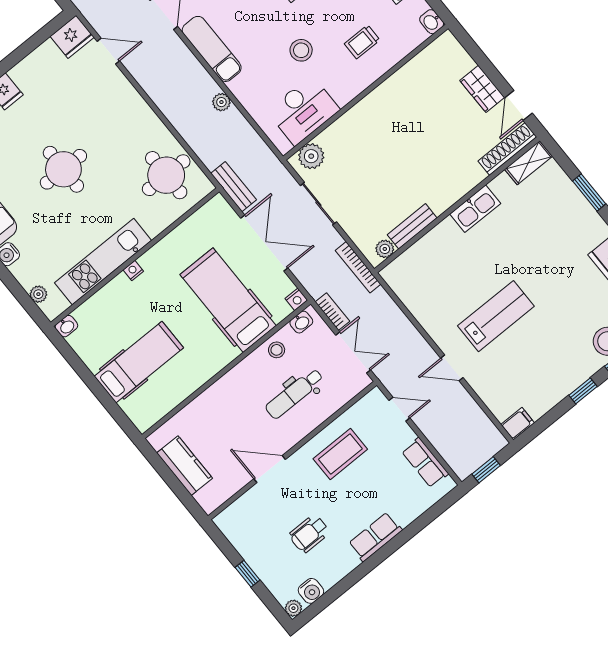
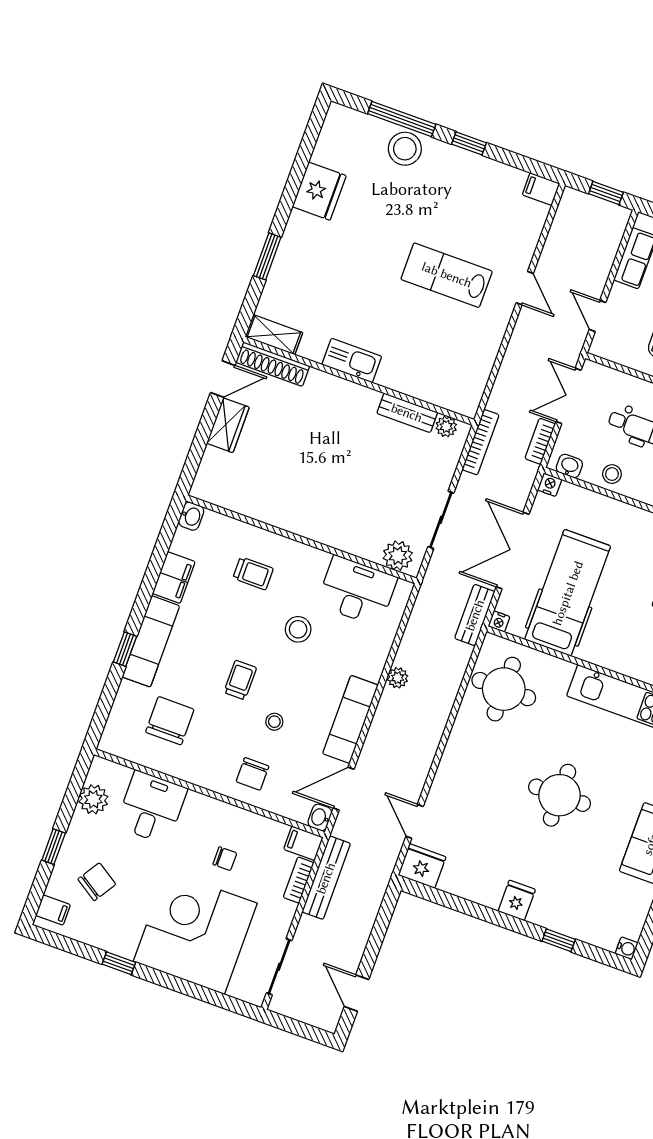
nightstand: (133, 270) -> (499, 621), moved
hospital bed: (228, 300) -> (568, 593), moved, turned 180

